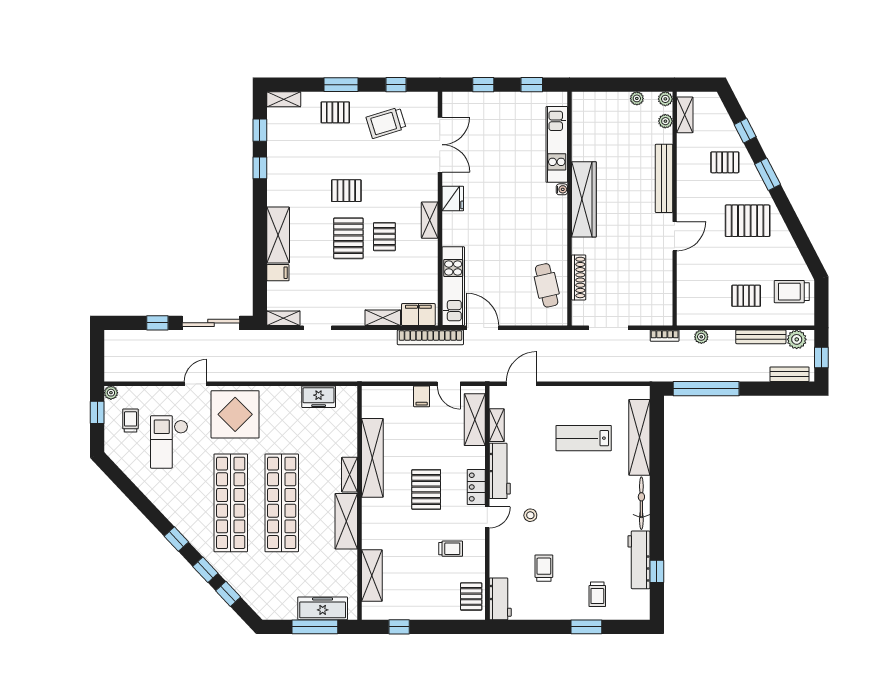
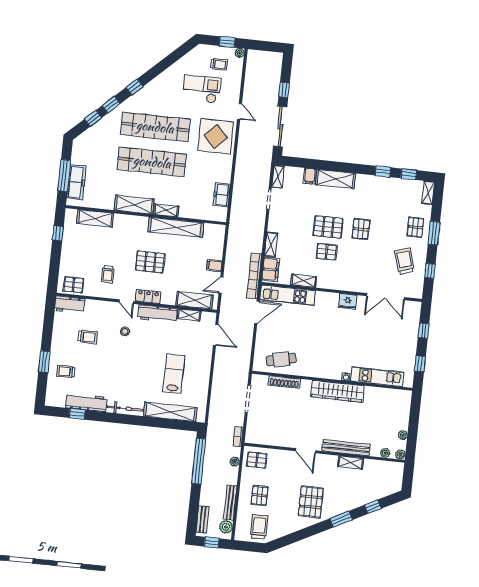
shelving: (685, 115) -> (350, 463), moved
pallet: (725, 162) -> (257, 460), moved, turned 90
shelving: (430, 220) -> (304, 281), moved

